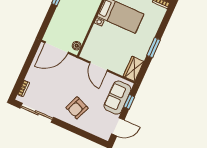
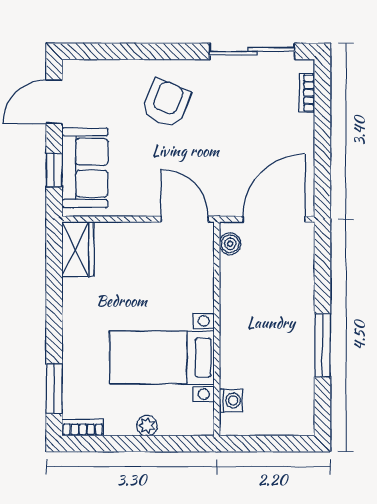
window: (154, 48) -> (54, 389), moved
door: (99, 66) -> (185, 219), moved

